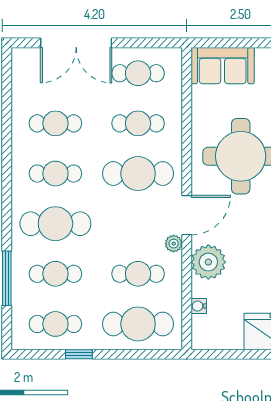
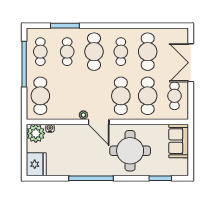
cafe table: (55, 123) -> (148, 52), width x1.37, depth x1.35
cafe table: (138, 123) -> (148, 96), width x1.37, depth x1.35
plant: (208, 262) -> (36, 133), moved
cafe table: (138, 274) -> (67, 96), removed
window: (79, 354) -> (24, 64), width x3.17

